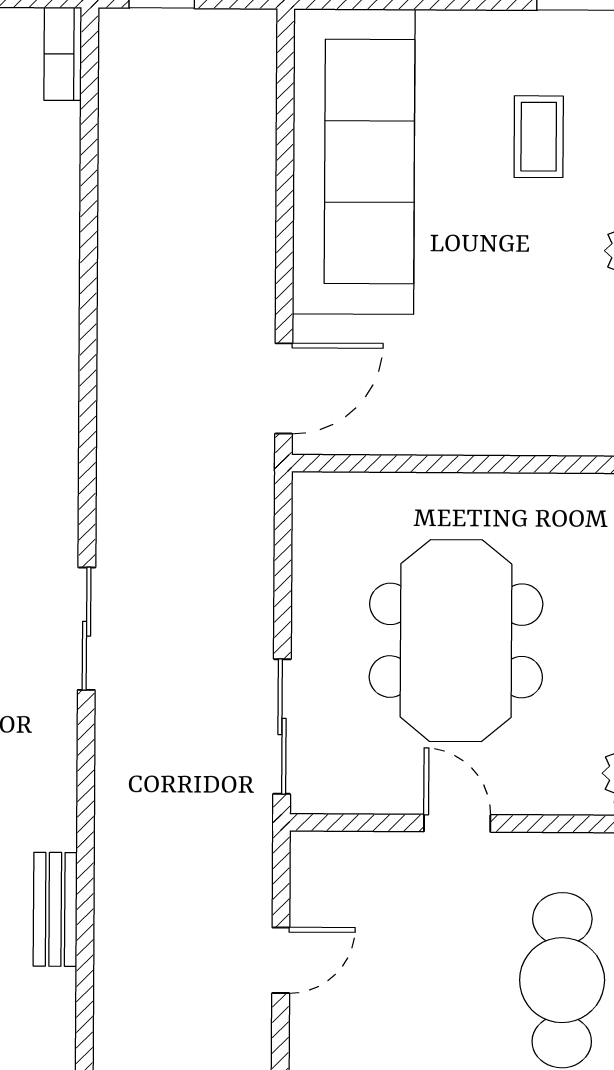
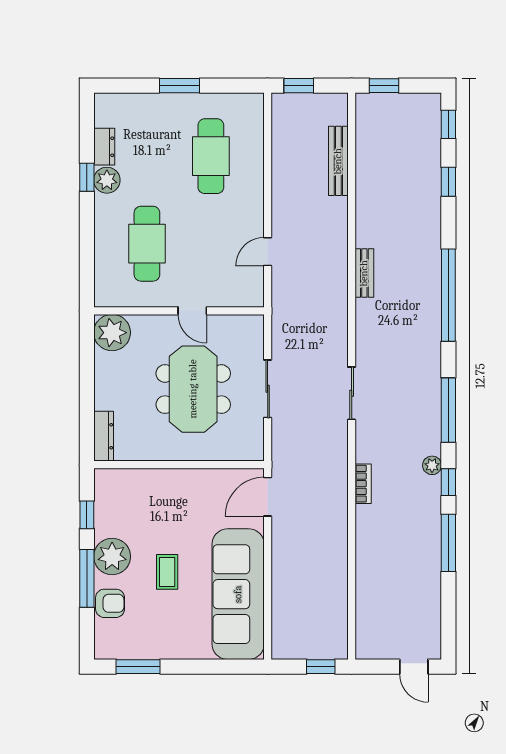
bookcase: (63, 54) -> (363, 484), moved
coffee table: (539, 137) -> (167, 572), moved
sliding door: (282, 727) -> (268, 389), moved

